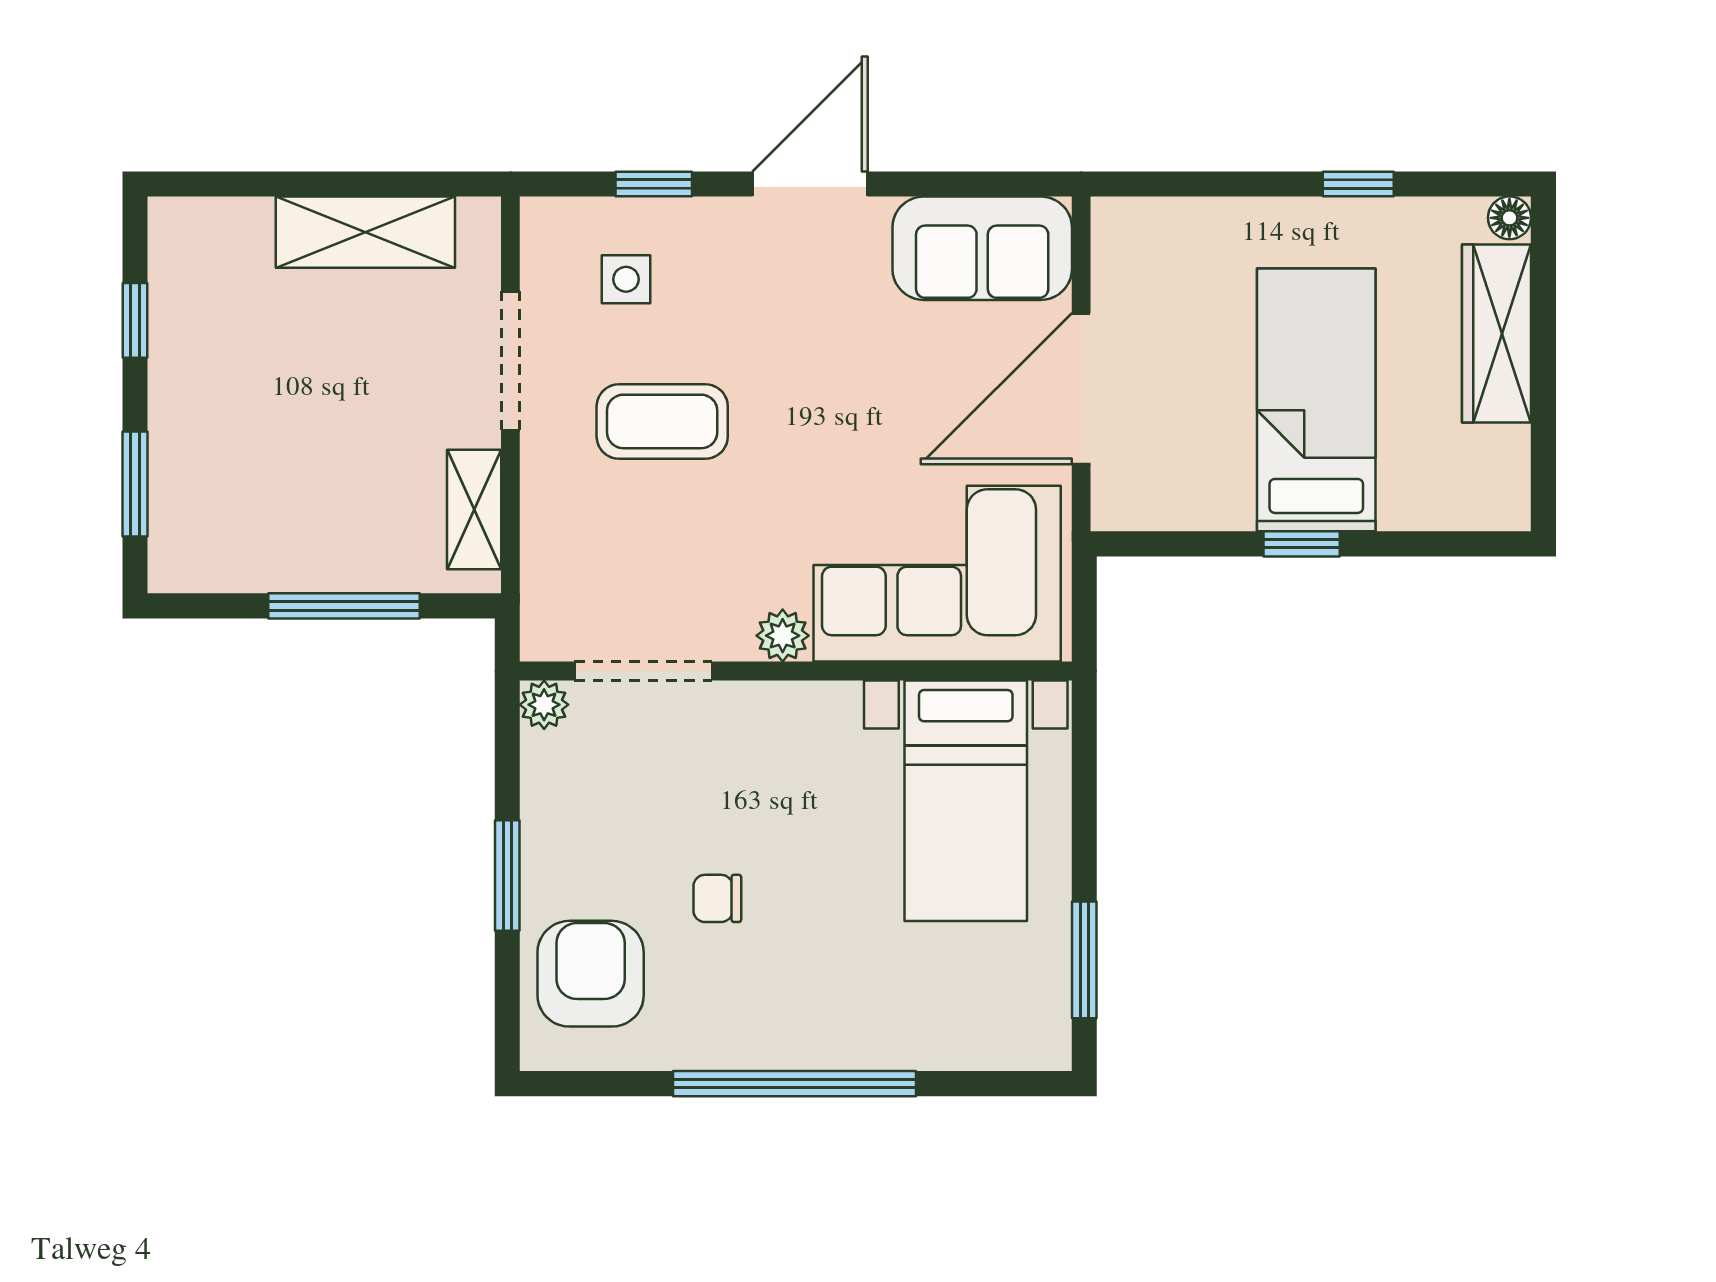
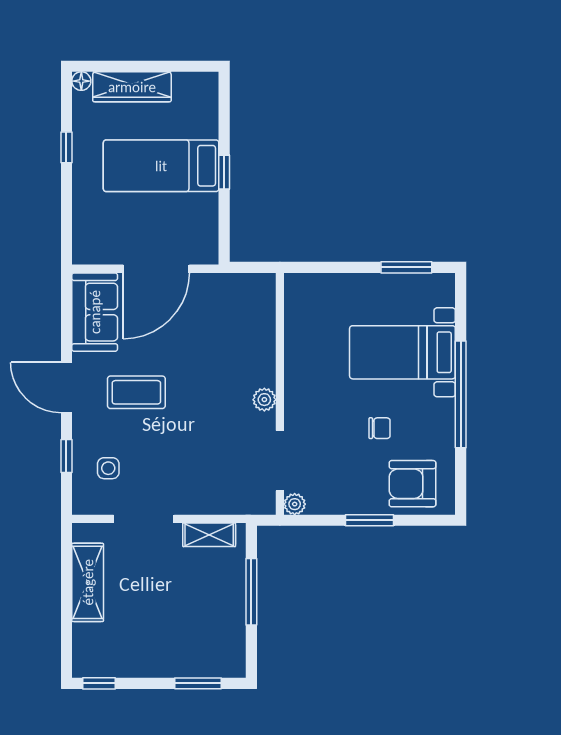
window: (135, 320) -> (99, 683), moved
door: (1081, 389) -> (156, 269), hinge flipped
coffee table: (662, 421) -> (136, 392), moved, turned 90
corner sofa: (937, 574) -> (237, 332), removed
bed with nightstands: (966, 801) -> (402, 352), moved, turned 180
chair: (717, 898) -> (380, 428), turned -90

